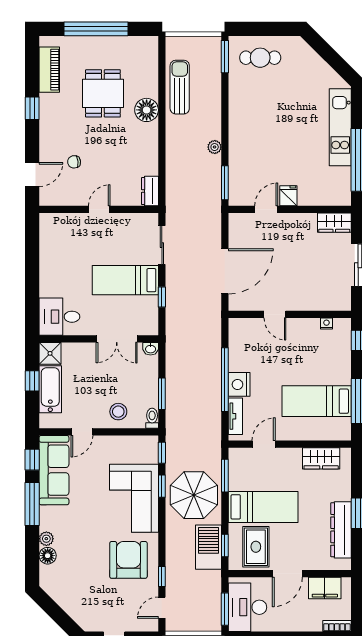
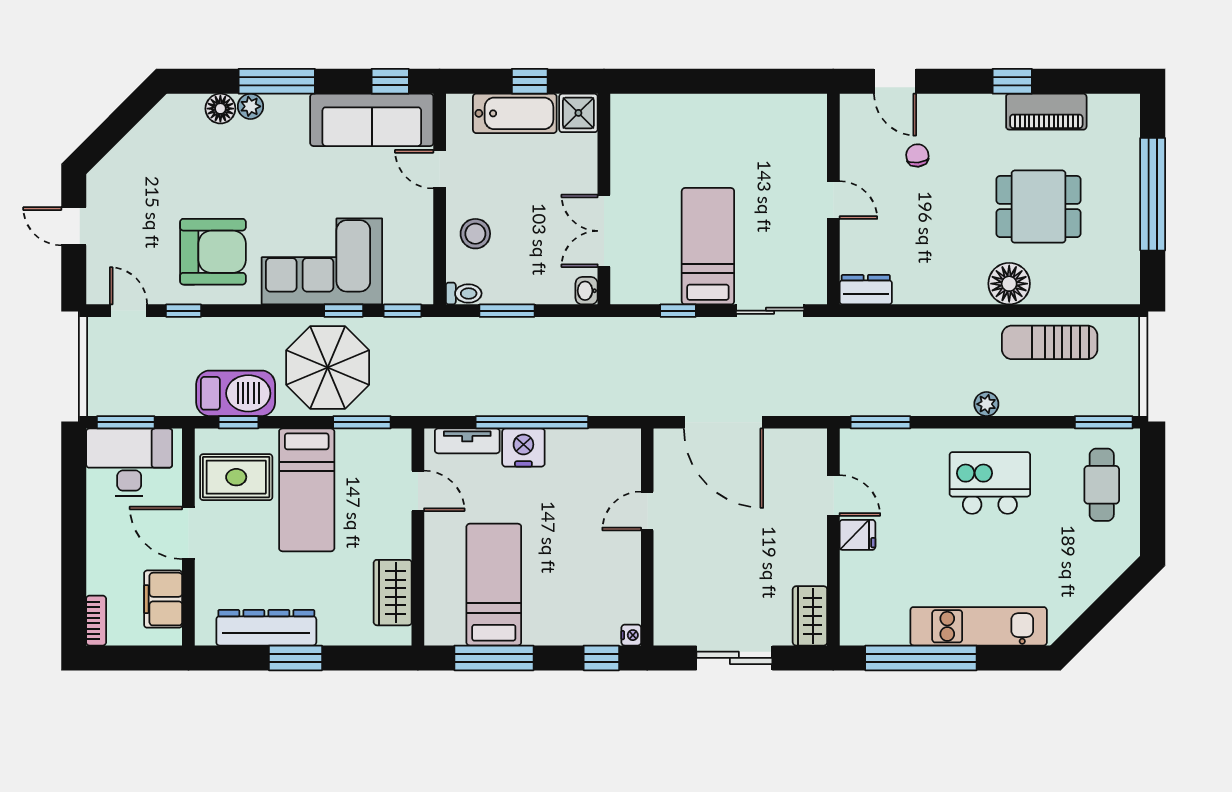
piano: (49, 70) -> (1046, 112), moved
sun lounger: (180, 87) -> (1050, 342), turned 180
kitchen island: (259, 121) -> (990, 483), added
plant: (215, 147) -> (986, 404), moved
desk: (59, 317) -> (643, 129), removed
nightstand: (326, 324) -> (631, 635), moved
window: (32, 504) -> (277, 81), moved

